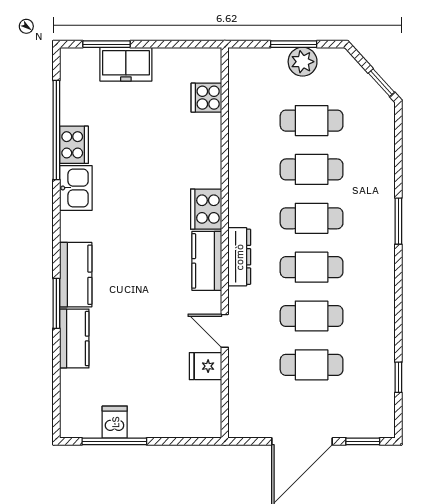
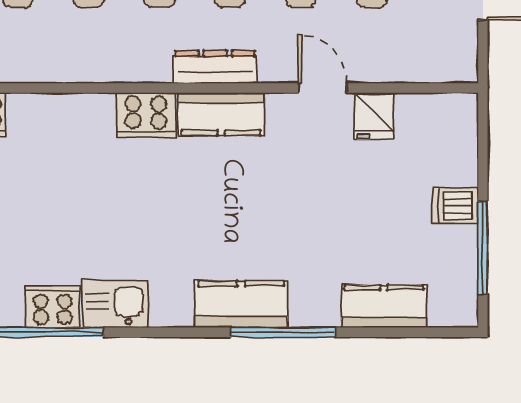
window: (56, 303) -> (283, 332), width x1.44
door: (225, 331) -> (323, 88), swing flipped
kitchen counter: (74, 339) -> (384, 306), moved
dishwasher: (115, 422) -> (455, 206), moved

